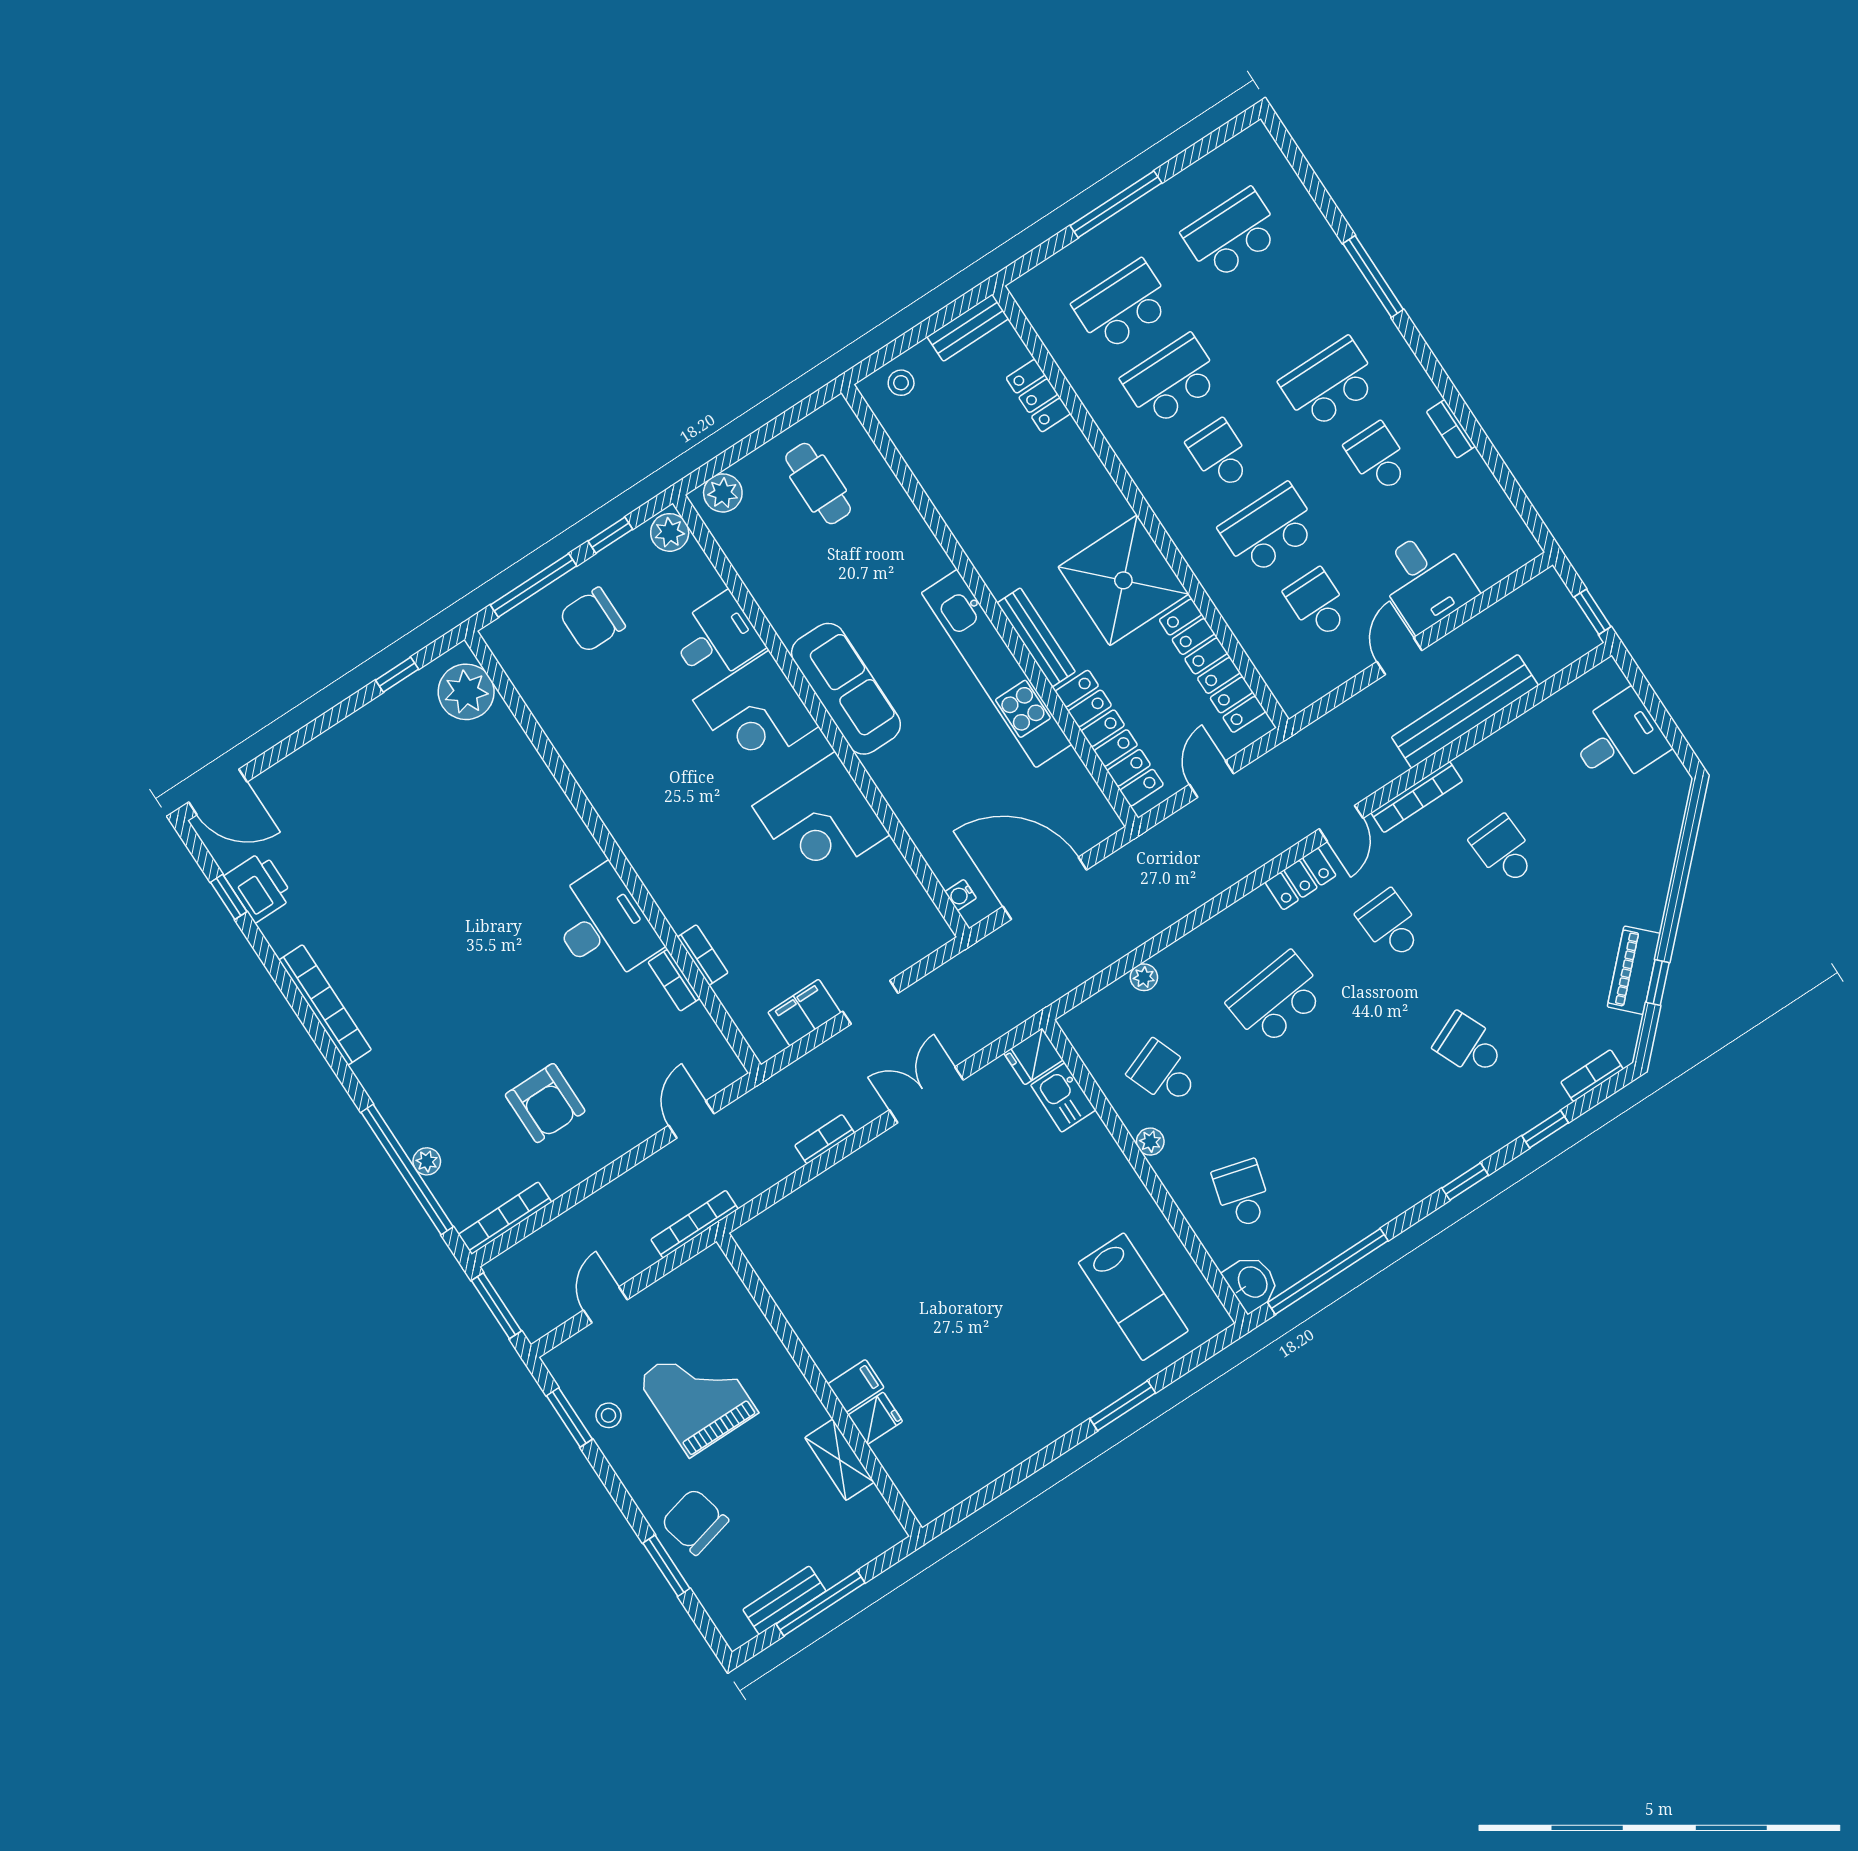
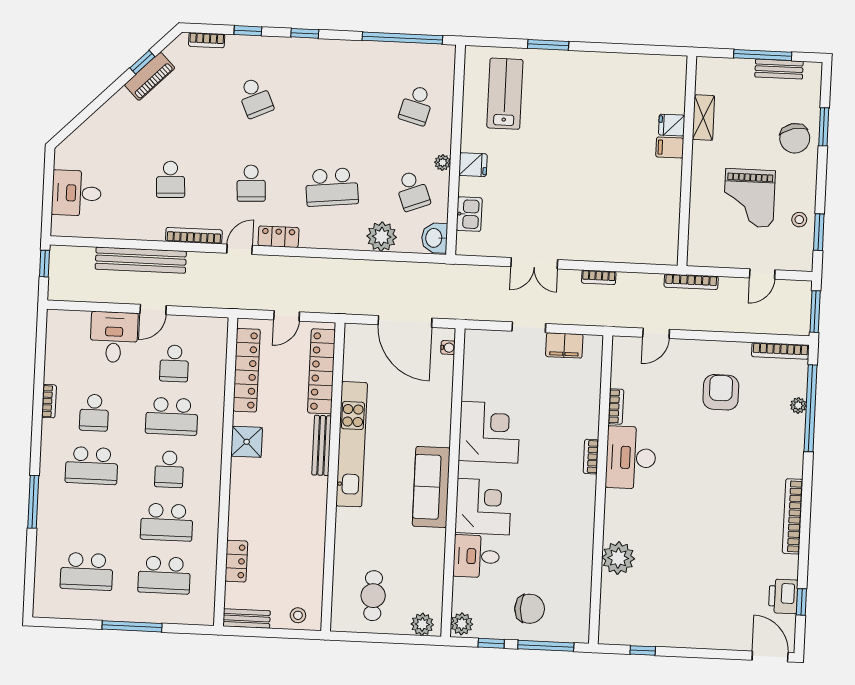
shower: (1123, 580) -> (247, 442), width x0.54, depth x0.54
plant: (466, 692) -> (618, 558), moved
bookcase: (703, 955) -> (591, 457), moved
plant: (1144, 977) -> (382, 237), width x1.88, depth x1.88
fridge: (1033, 1056) -> (473, 165), moved
washbasin: (1252, 1283) -> (435, 238), moved

